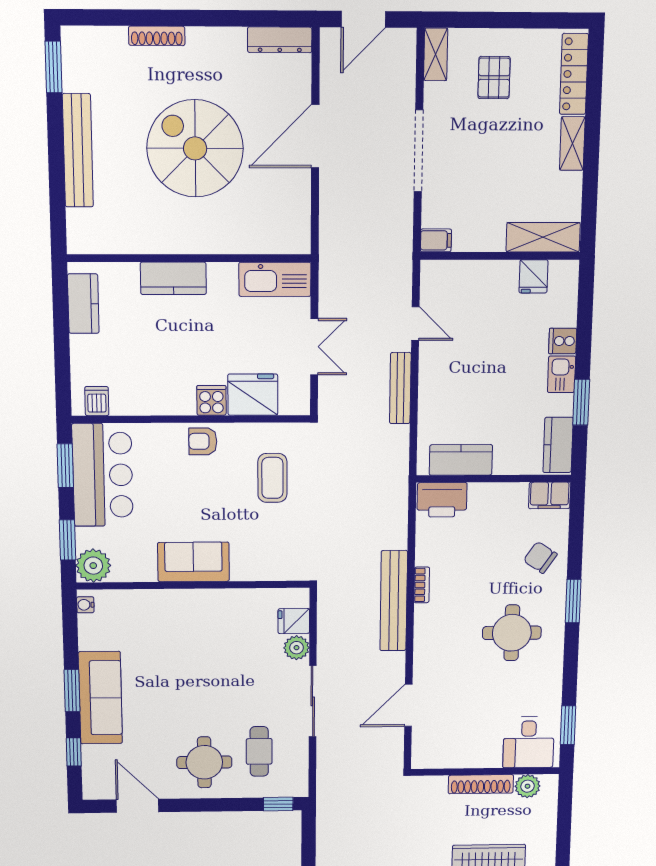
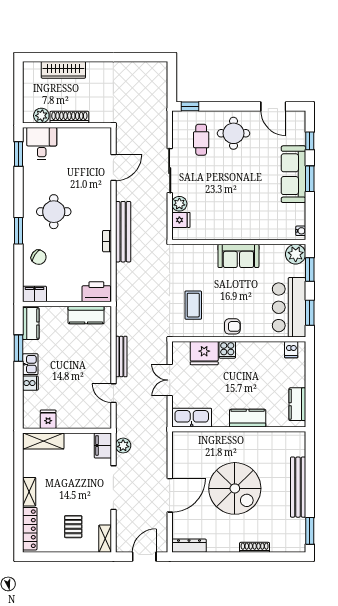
plant: (400, 229) -> (123, 446), added
filing cabinet: (436, 240) -> (103, 445), width x2.00

